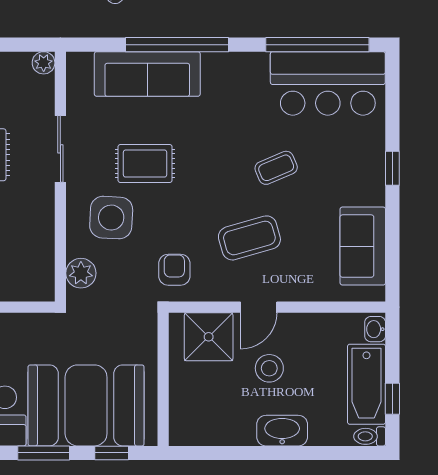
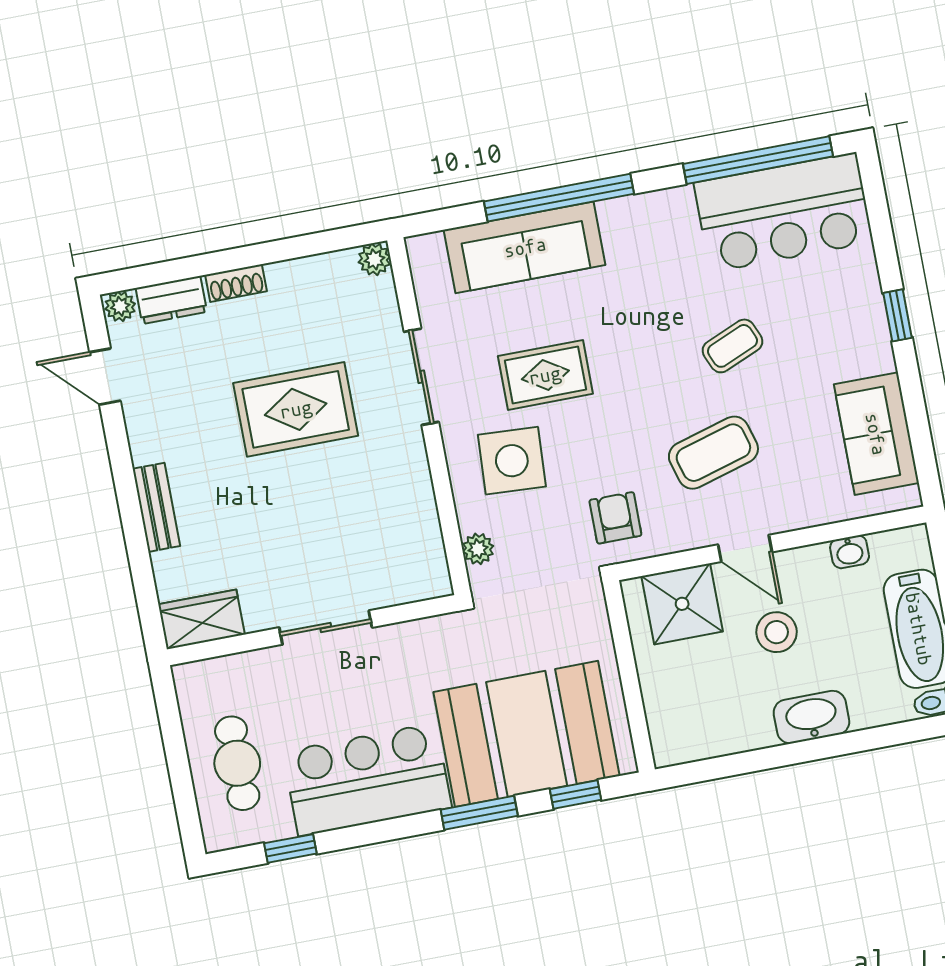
plant: (81, 273) -> (478, 549), width x0.73, depth x0.73
door: (259, 307) -> (745, 548), hinge flipped
washbasin: (375, 329) -> (850, 552), moved, turned -90

